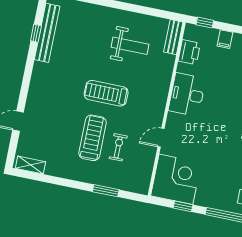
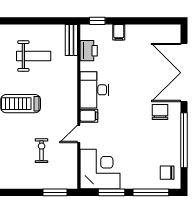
filing cabinet: (176, 121) -> (89, 116), added
treadmill: (93, 138) -> (16, 147), removed
window: (106, 191) -> (55, 192), moved
window: (183, 206) -> (112, 192), width x1.50

